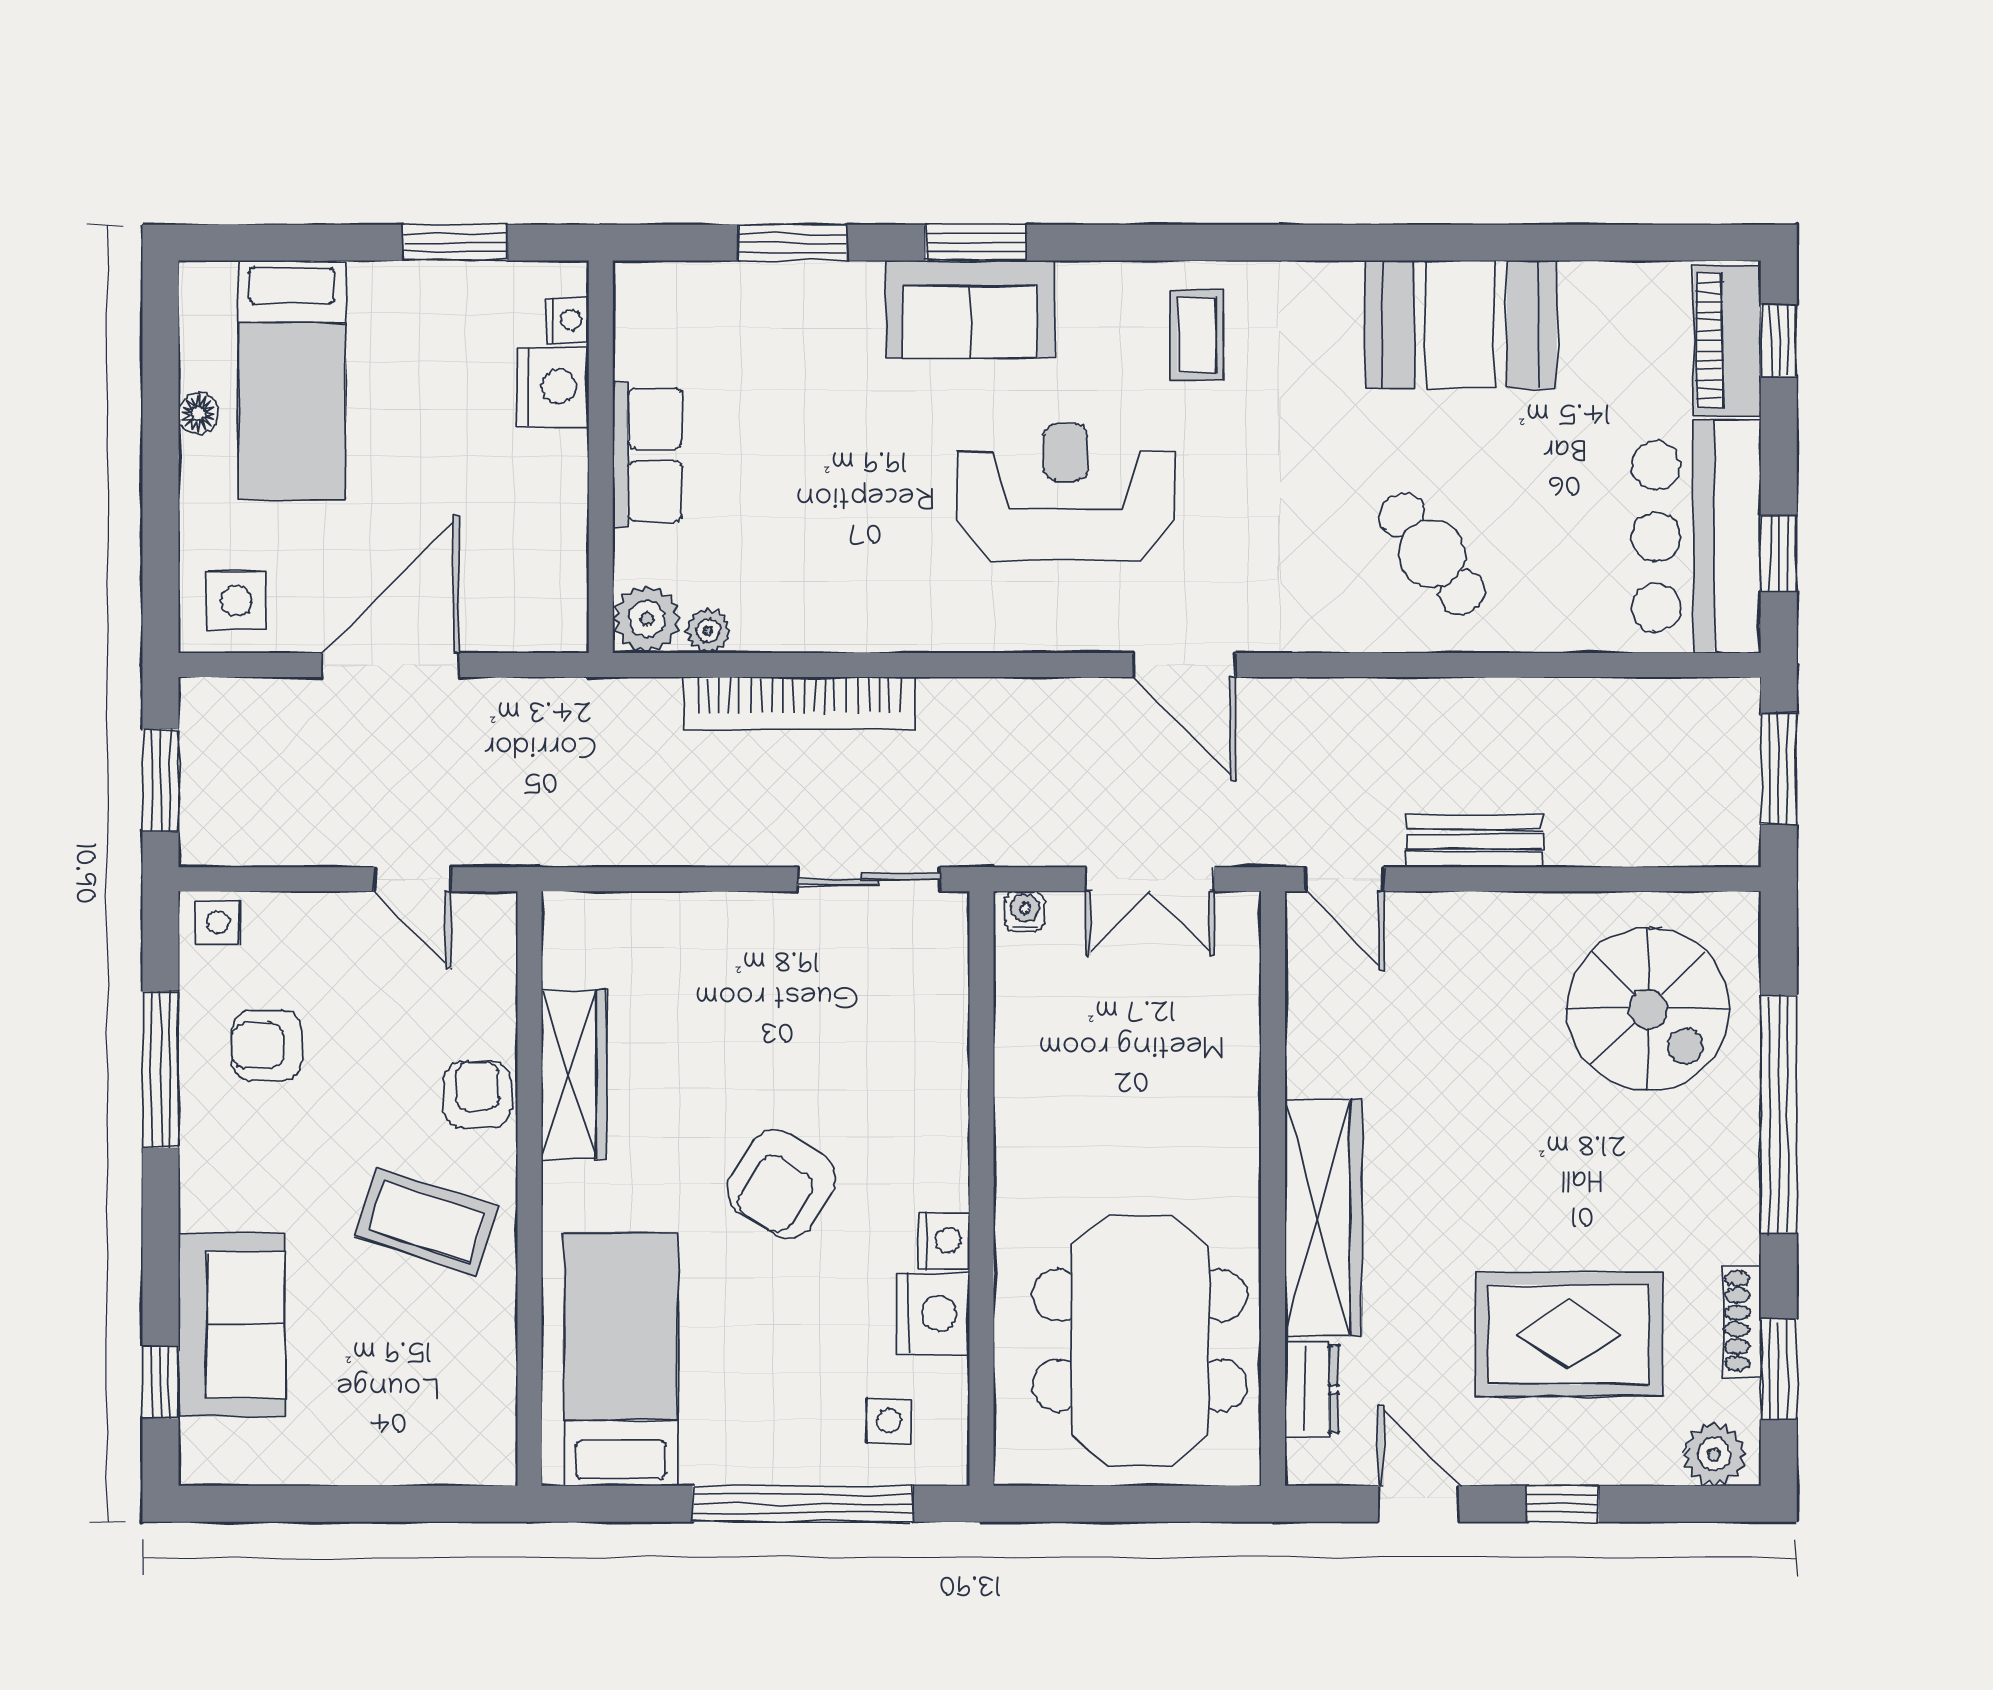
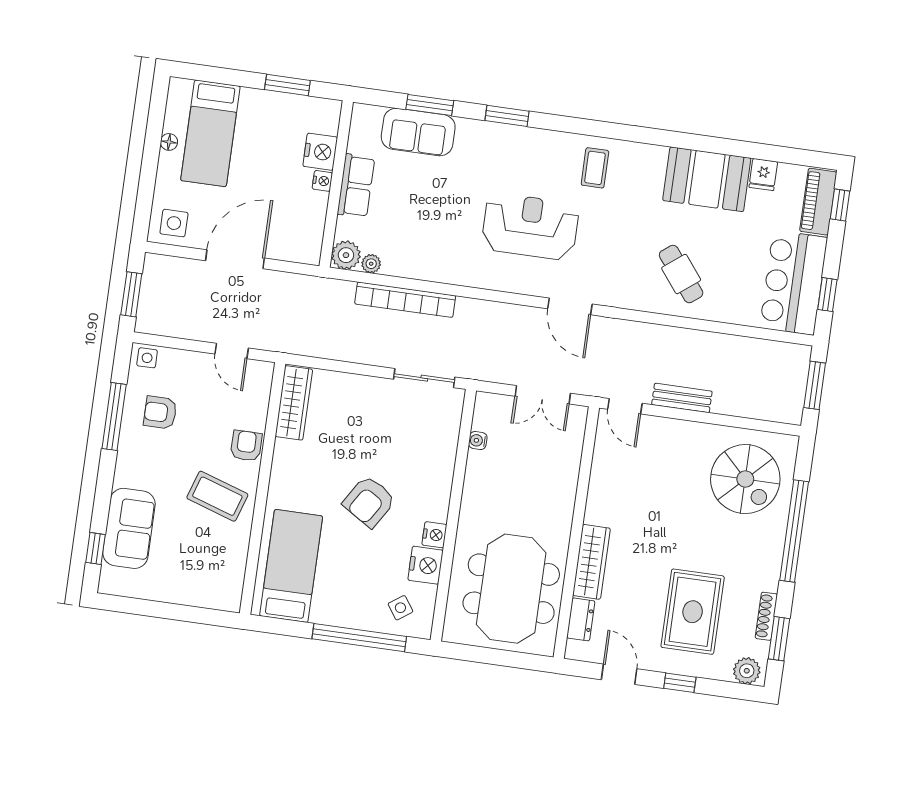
fridge: (1591, 295) -> (763, 175), added
sofa: (970, 309) -> (418, 132), moved
nightstand: (568, 320) -> (322, 181), moved
water cooler: (1025, 911) -> (478, 441), moved, turned -90
wardrobe: (574, 1075) -> (294, 403), moved
wardrobe: (1323, 1218) -> (591, 562), width x0.71, depth x0.85
rug: (1569, 1335) -> (693, 612), turned 90
side table: (889, 1421) -> (400, 608), turned -35

